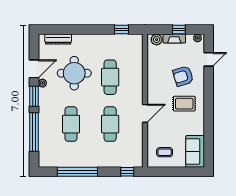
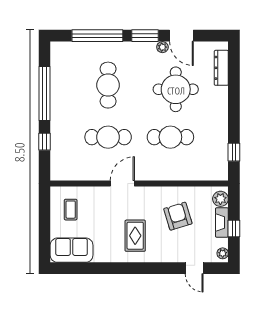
armchair: (183, 76) -> (178, 216), moved
door: (145, 113) -> (122, 184), swing flipped
cafe table: (71, 124) -> (108, 85), turned 90
window: (127, 172) -> (45, 142), moved

